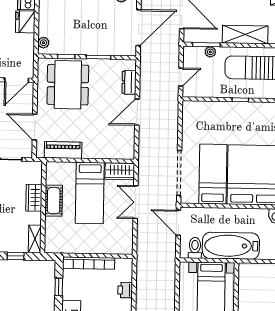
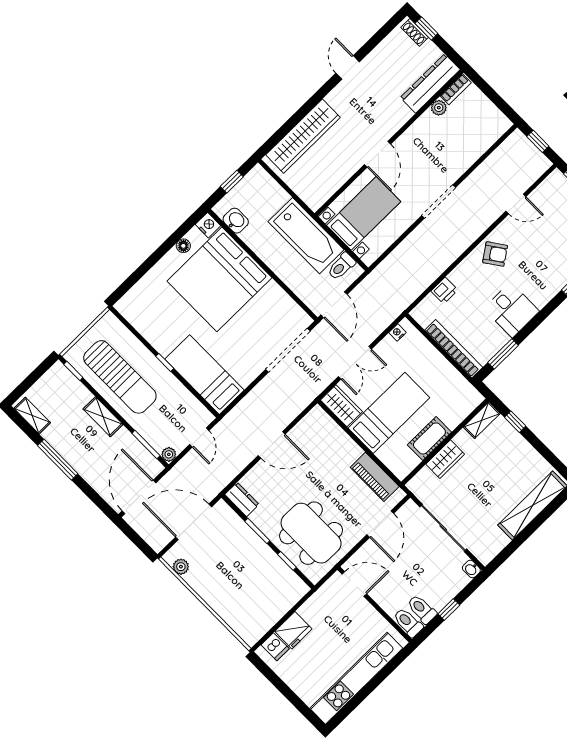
shelving: (245, 34) -> (103, 417), width x0.67, depth x0.75
plant: (44, 43) -> (295, 594), removed
plant: (210, 52) -> (169, 454), moved
door: (181, 77) -> (199, 438), swing flipped
dresser: (129, 82) -> (242, 499), moved, turned -90
dining table: (68, 85) -> (311, 533), turned 90
bed: (213, 174) -> (204, 375), moved, turned 90
nightstand: (128, 242) -> (398, 333), added
window: (59, 287) -> (503, 354), width x1.50

